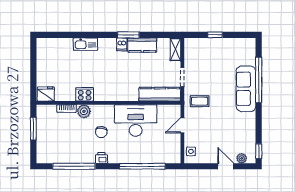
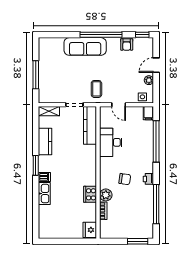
window: (128, 35) -> (36, 165), moved
window: (215, 35) -> (36, 75), width x2.17
dishwasher: (122, 44) -> (44, 177), moved
window: (259, 80) -> (101, 35), moved
desk: (136, 121) -> (111, 142), width x0.73, depth x0.77
window: (33, 129) -> (138, 241), moved
armchair: (248, 134) -> (127, 44), added
filing cabinet: (173, 158) -> (148, 113), added
plant: (242, 158) -> (149, 80), moved

